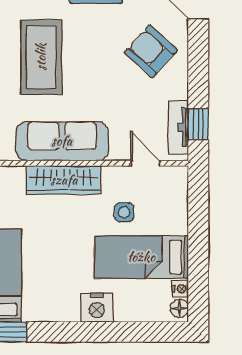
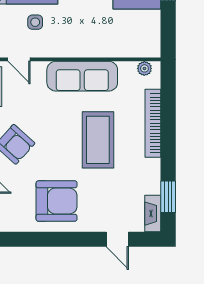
wardrobe: (64, 180) -> (81, 47), removed

